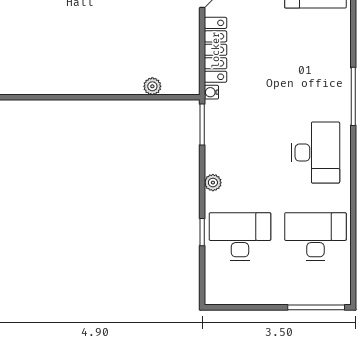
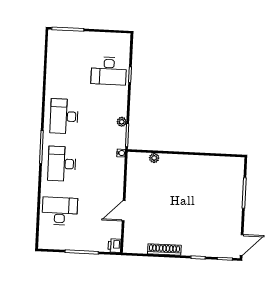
locker: (216, 50) -> (118, 177), removed
plant: (213, 183) -> (122, 122), moved
desk: (315, 237) -> (62, 164), moved, turned 90

